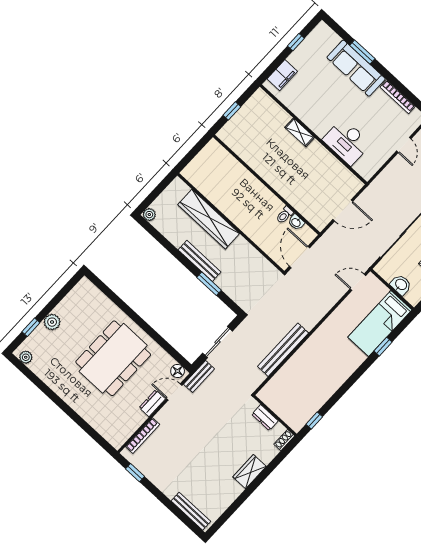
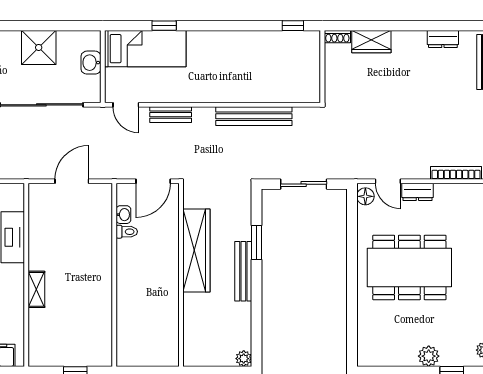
door: (343, 210) -> (72, 181), hinge flipped
wardrobe: (209, 219) -> (196, 250), moved
bench: (199, 377) -> (171, 115), moved
dresser: (265, 418) -> (443, 39), moved, turned 90
wardrobe: (250, 472) -> (371, 42), moved

